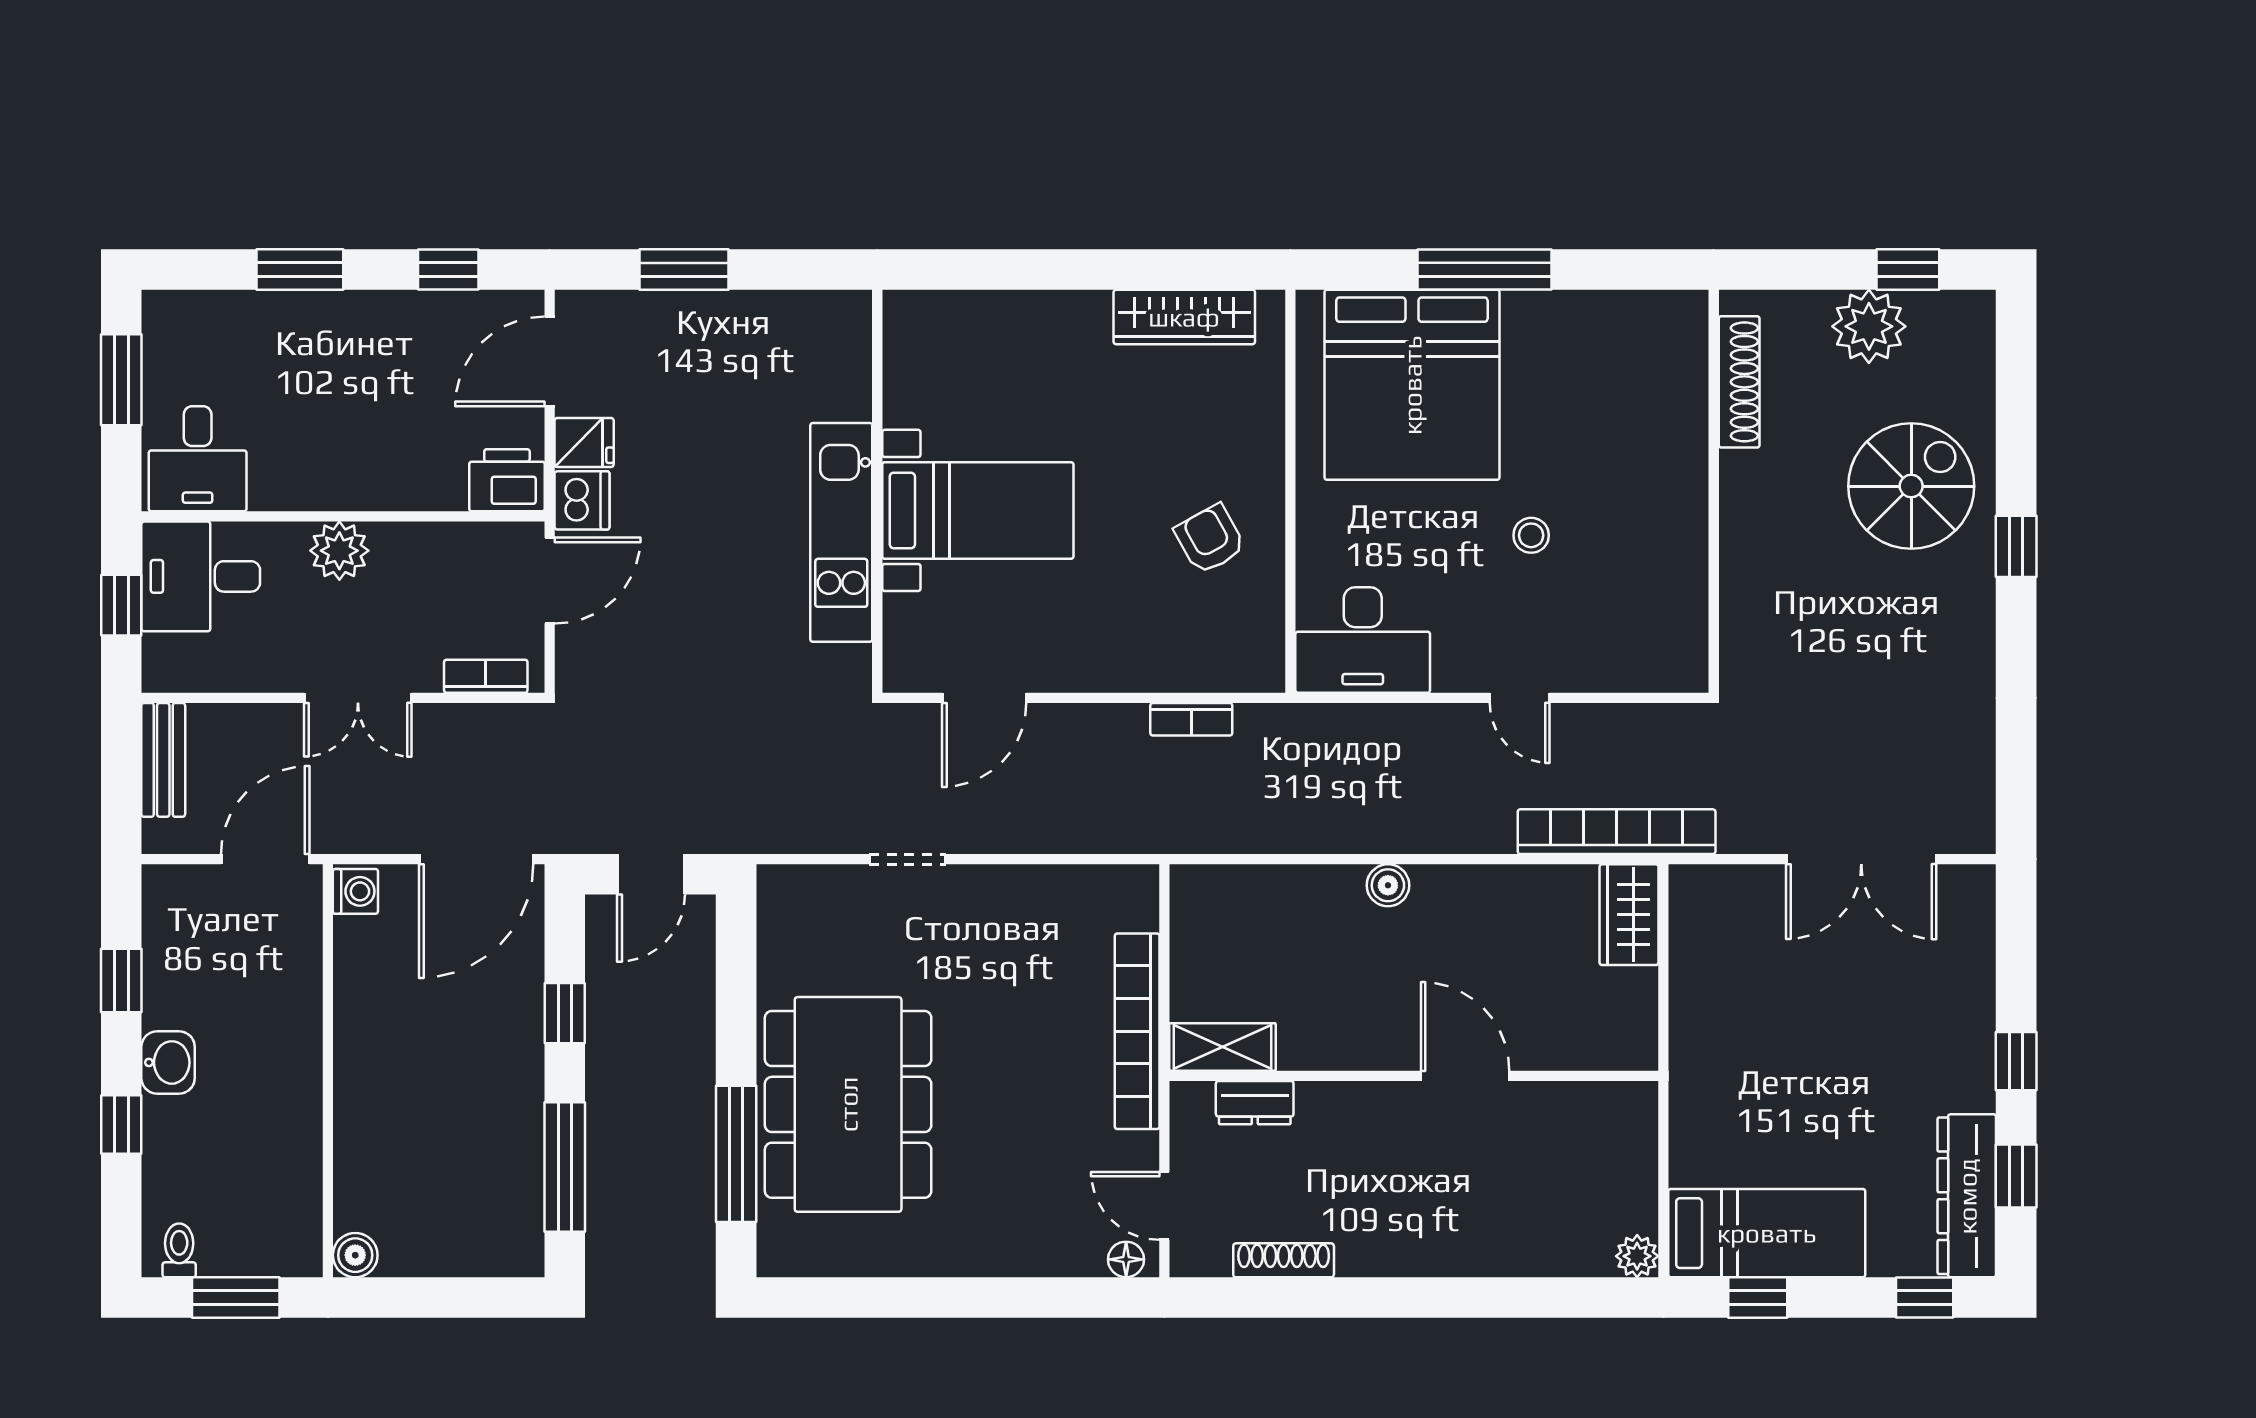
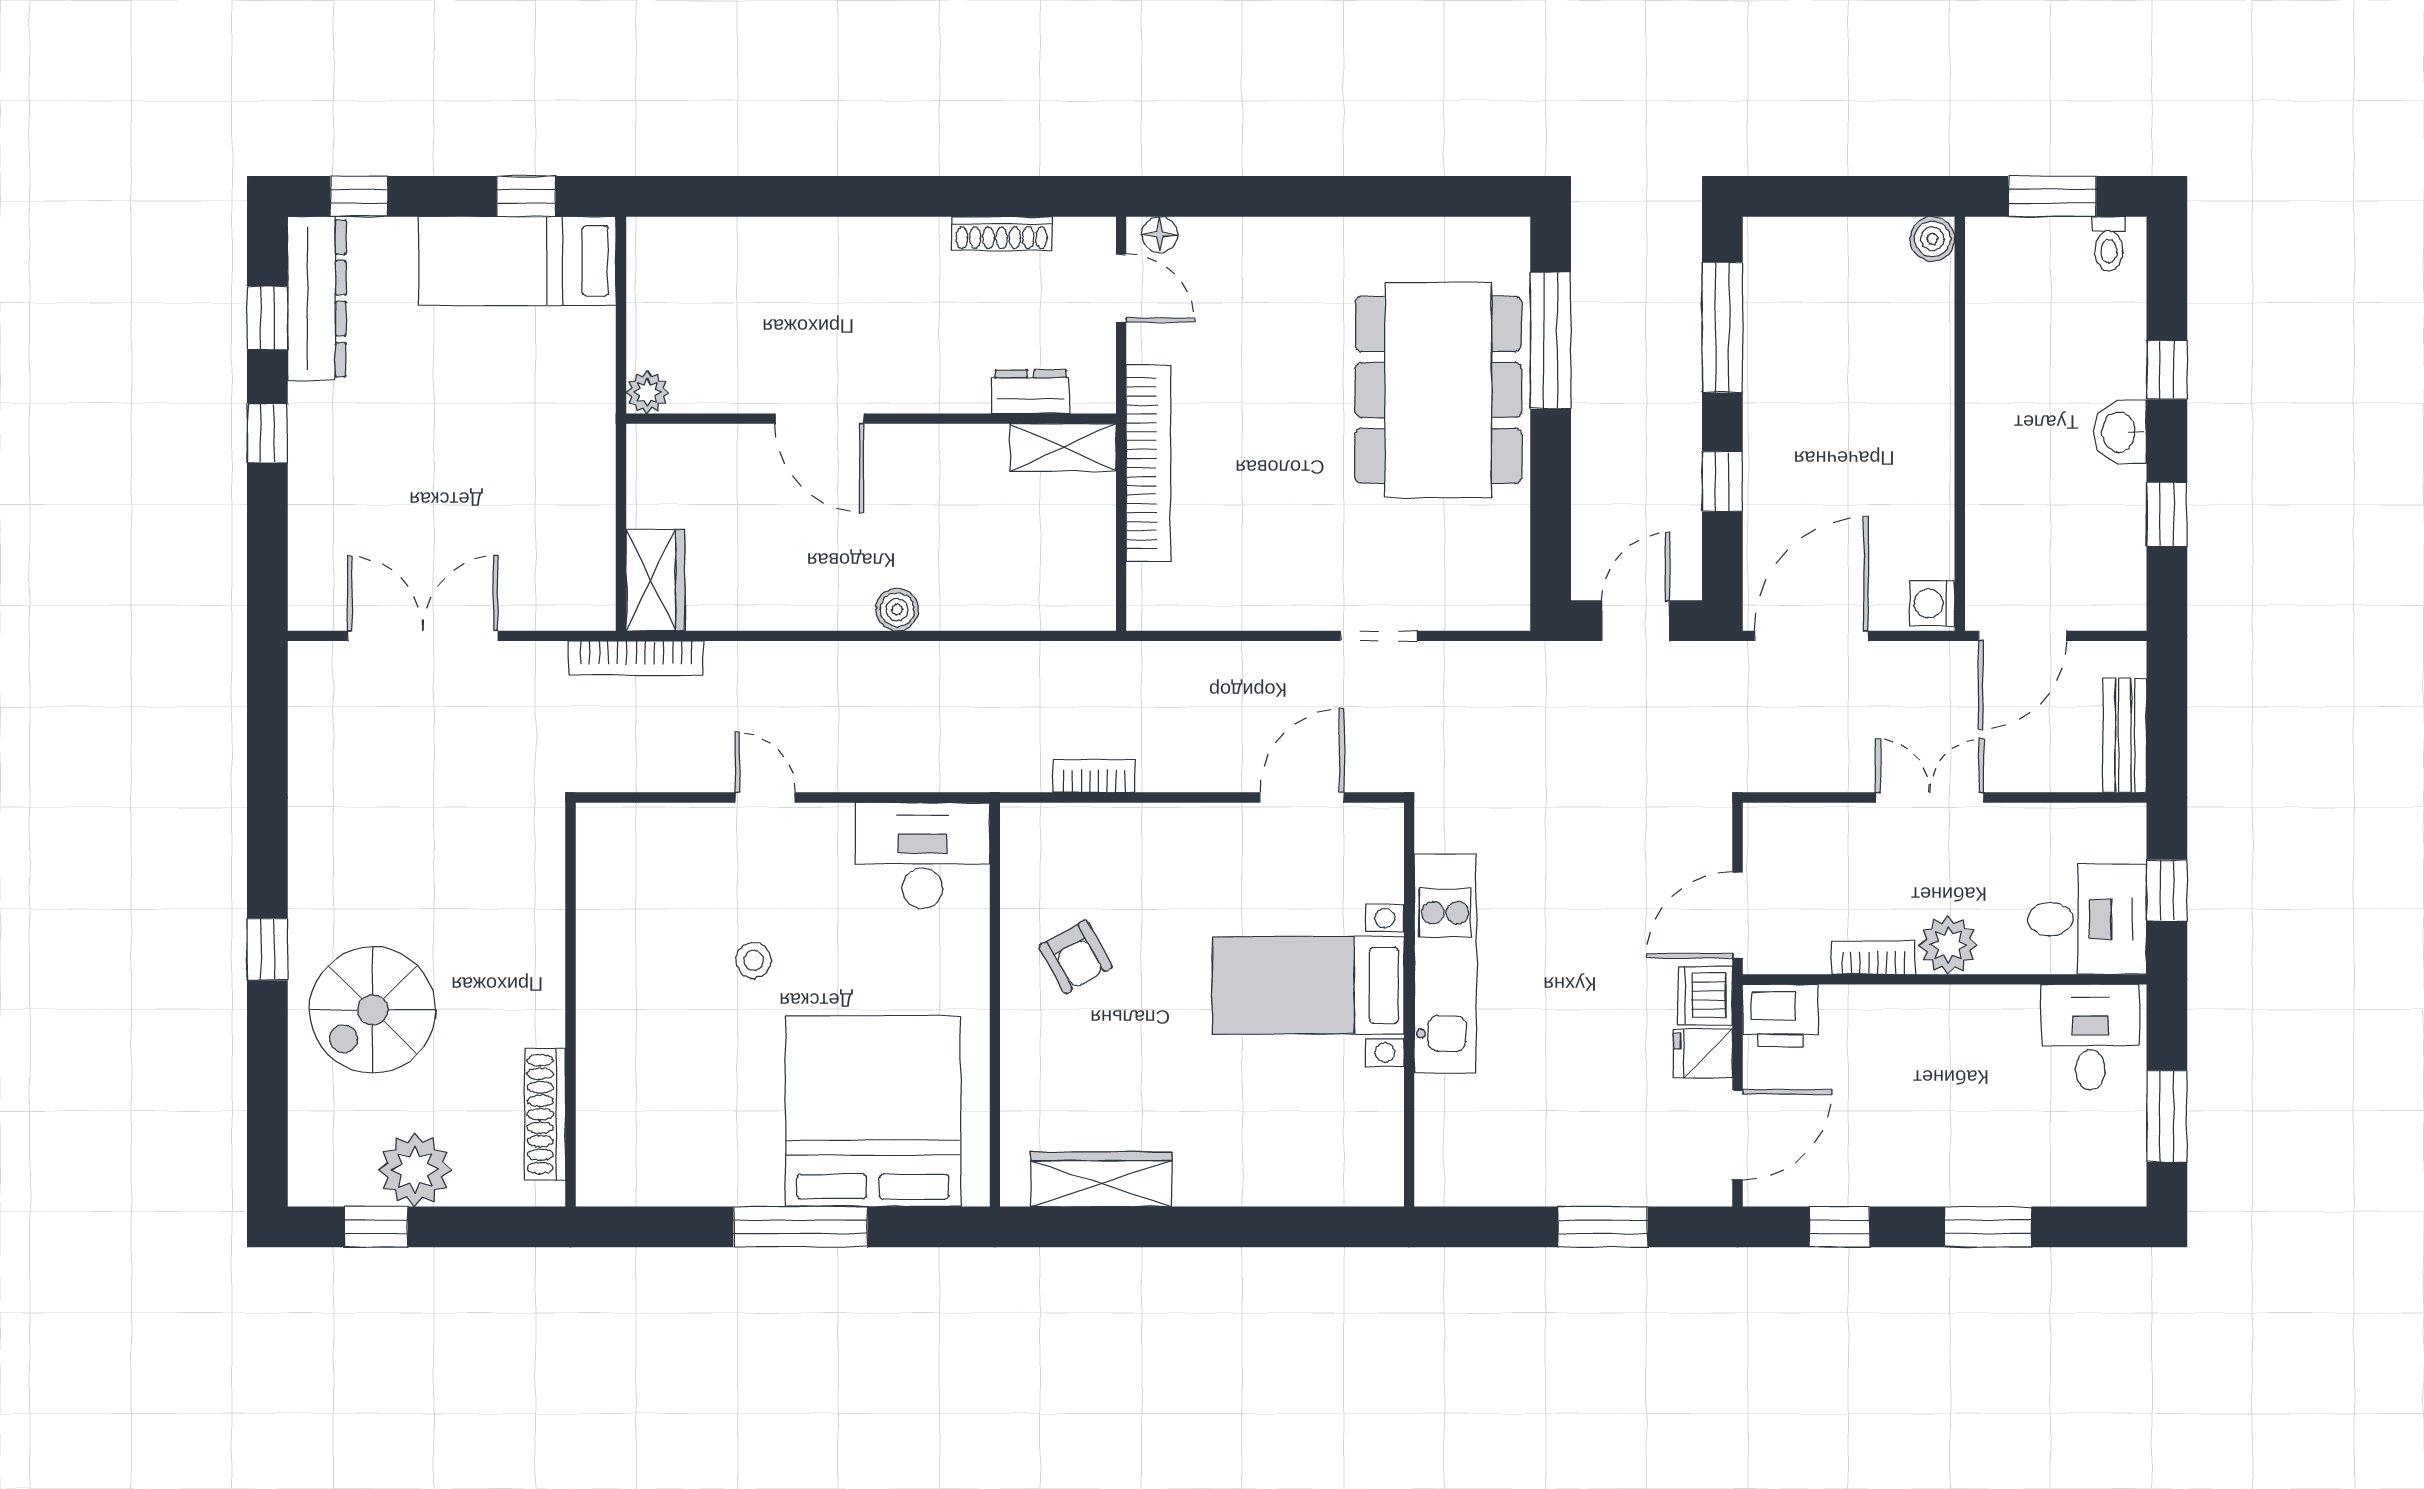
bookcase: (486, 676) -> (1873, 958), moved, turned 180
bookcase: (1617, 832) -> (636, 658), width x0.68, depth x0.76
plant: (1637, 1256) -> (647, 392), moved

